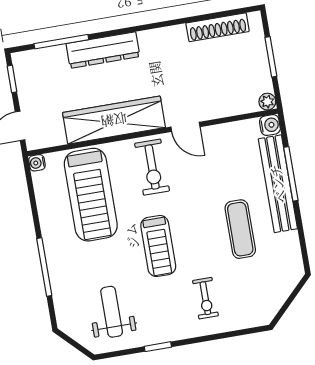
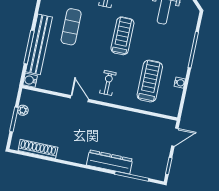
plant: (267, 102) -> (23, 110), moved
wardrobe: (114, 120) -> (119, 119), removed
water cooler: (37, 163) -> (180, 83), moved
exercise bike: (152, 167) -> (108, 83), width x0.73, depth x0.72
treadmill: (91, 195) -> (150, 81), width x0.73, depth x0.73

